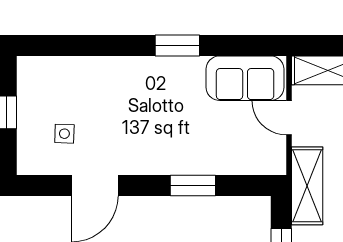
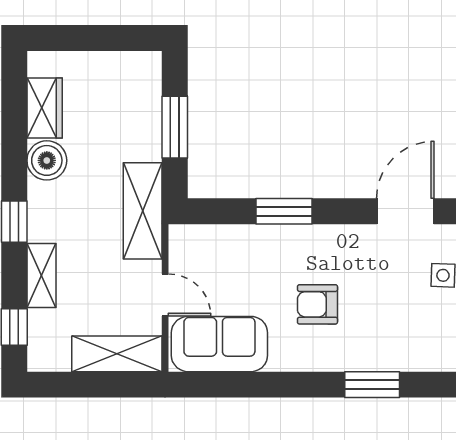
window: (177, 45) -> (372, 385), moved
armchair: (166, 110) -> (317, 304), added

